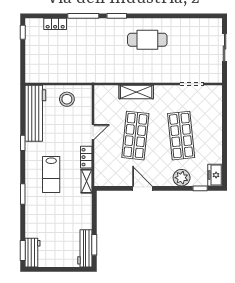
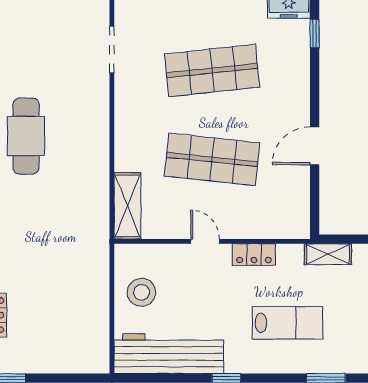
shelving: (136, 92) -> (127, 206), moved
plant: (182, 178) -> (294, 70), removed
shelving: (86, 181) -> (328, 254), moved

